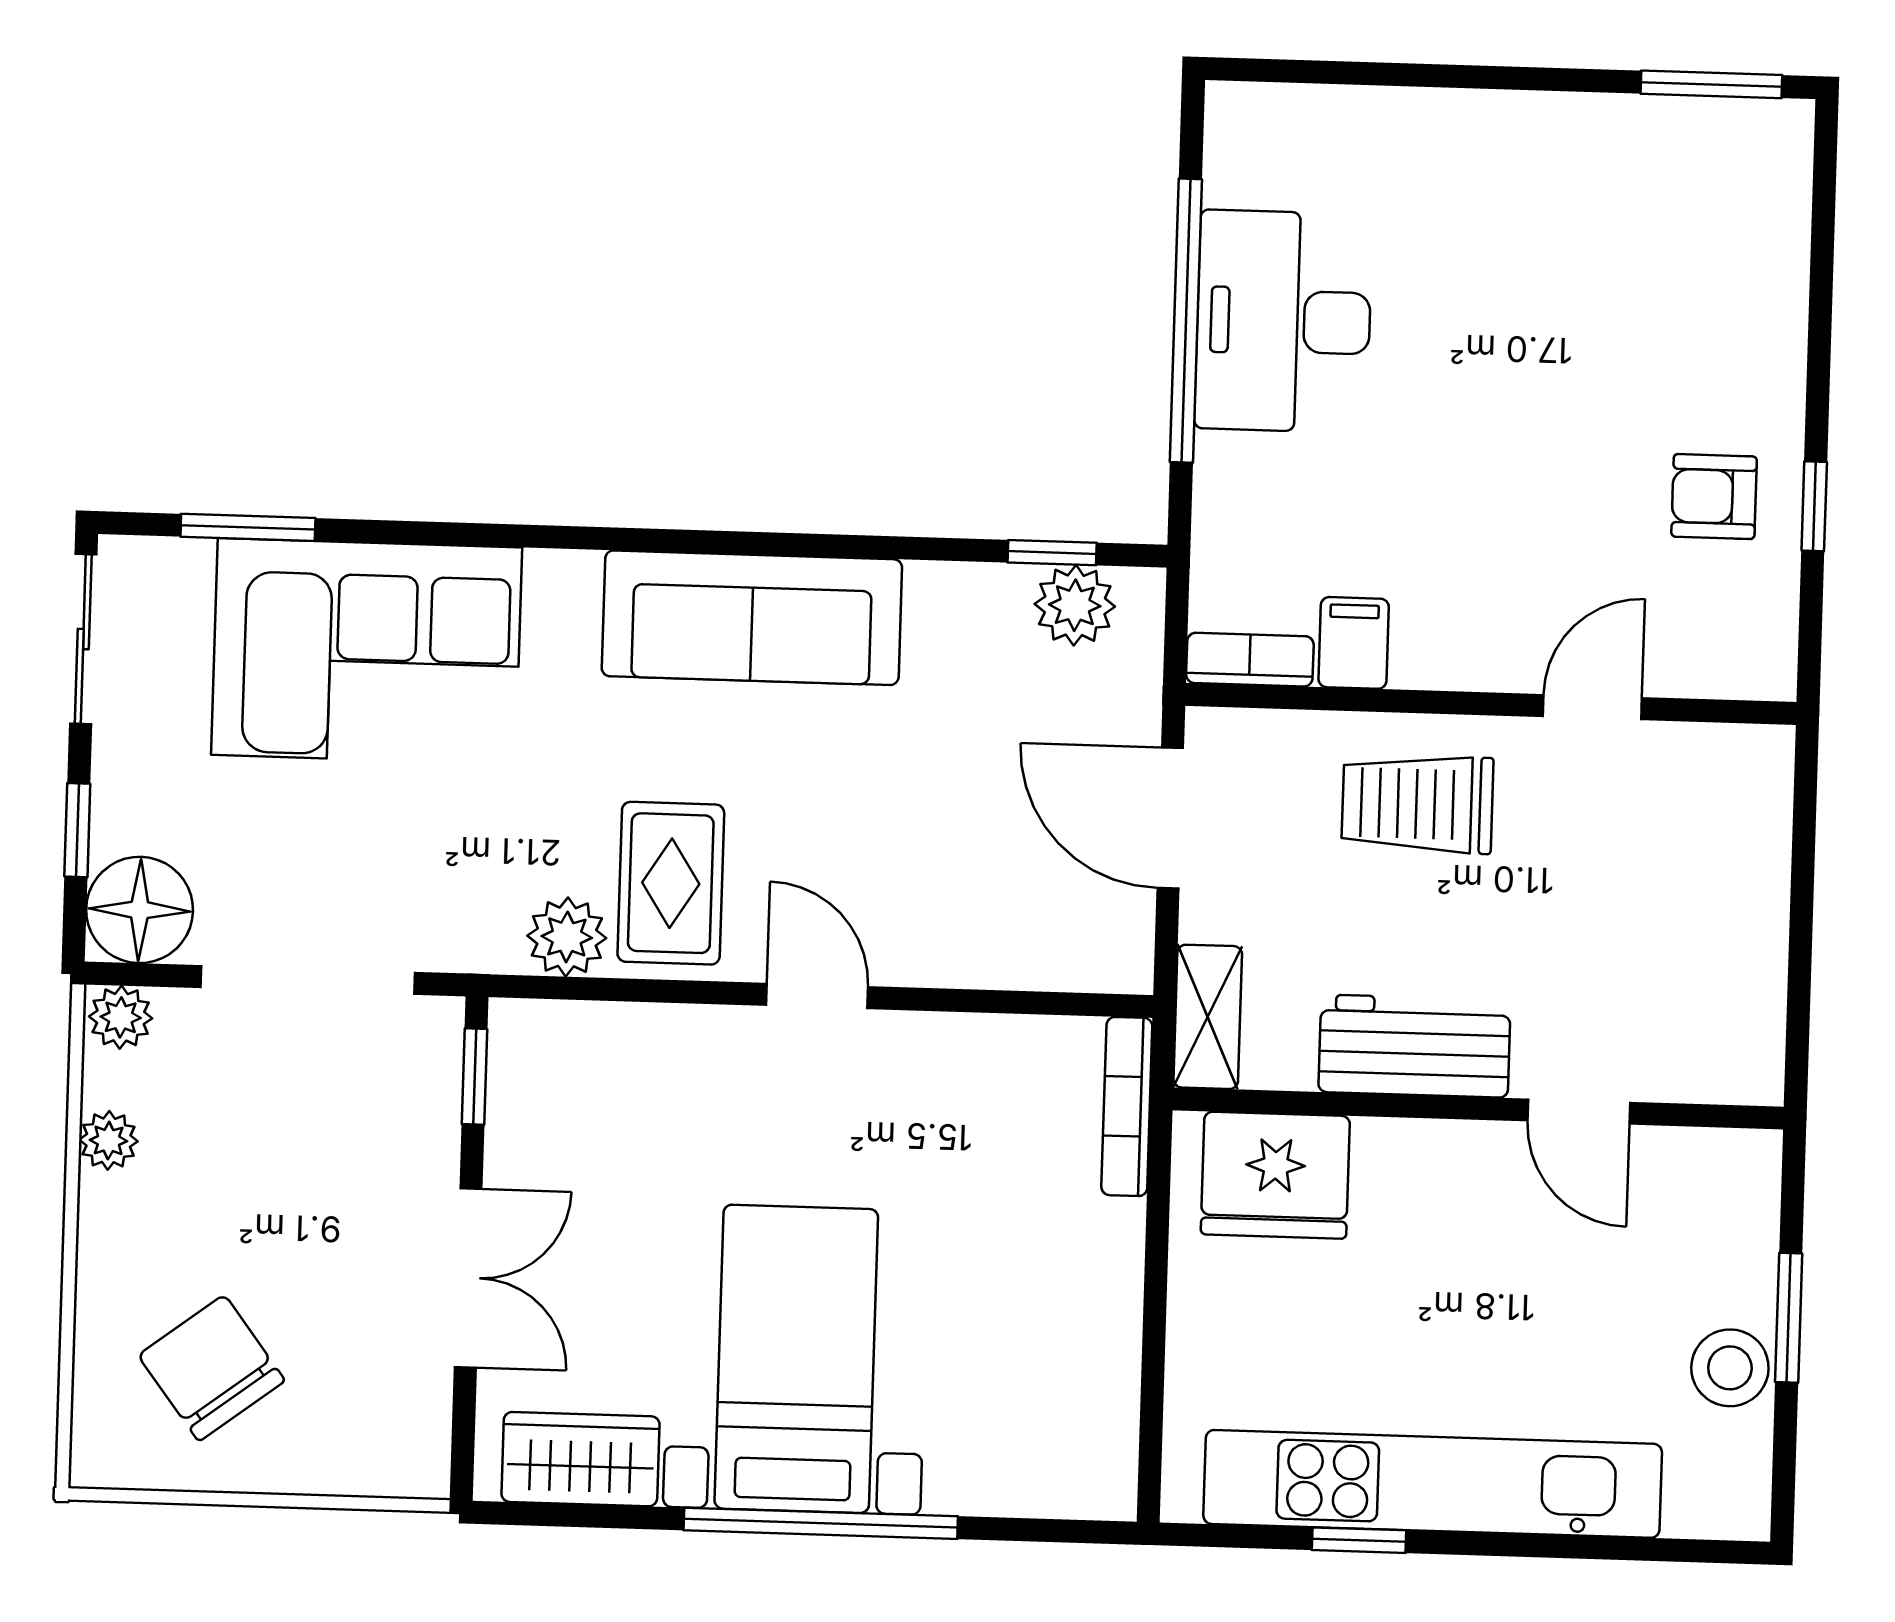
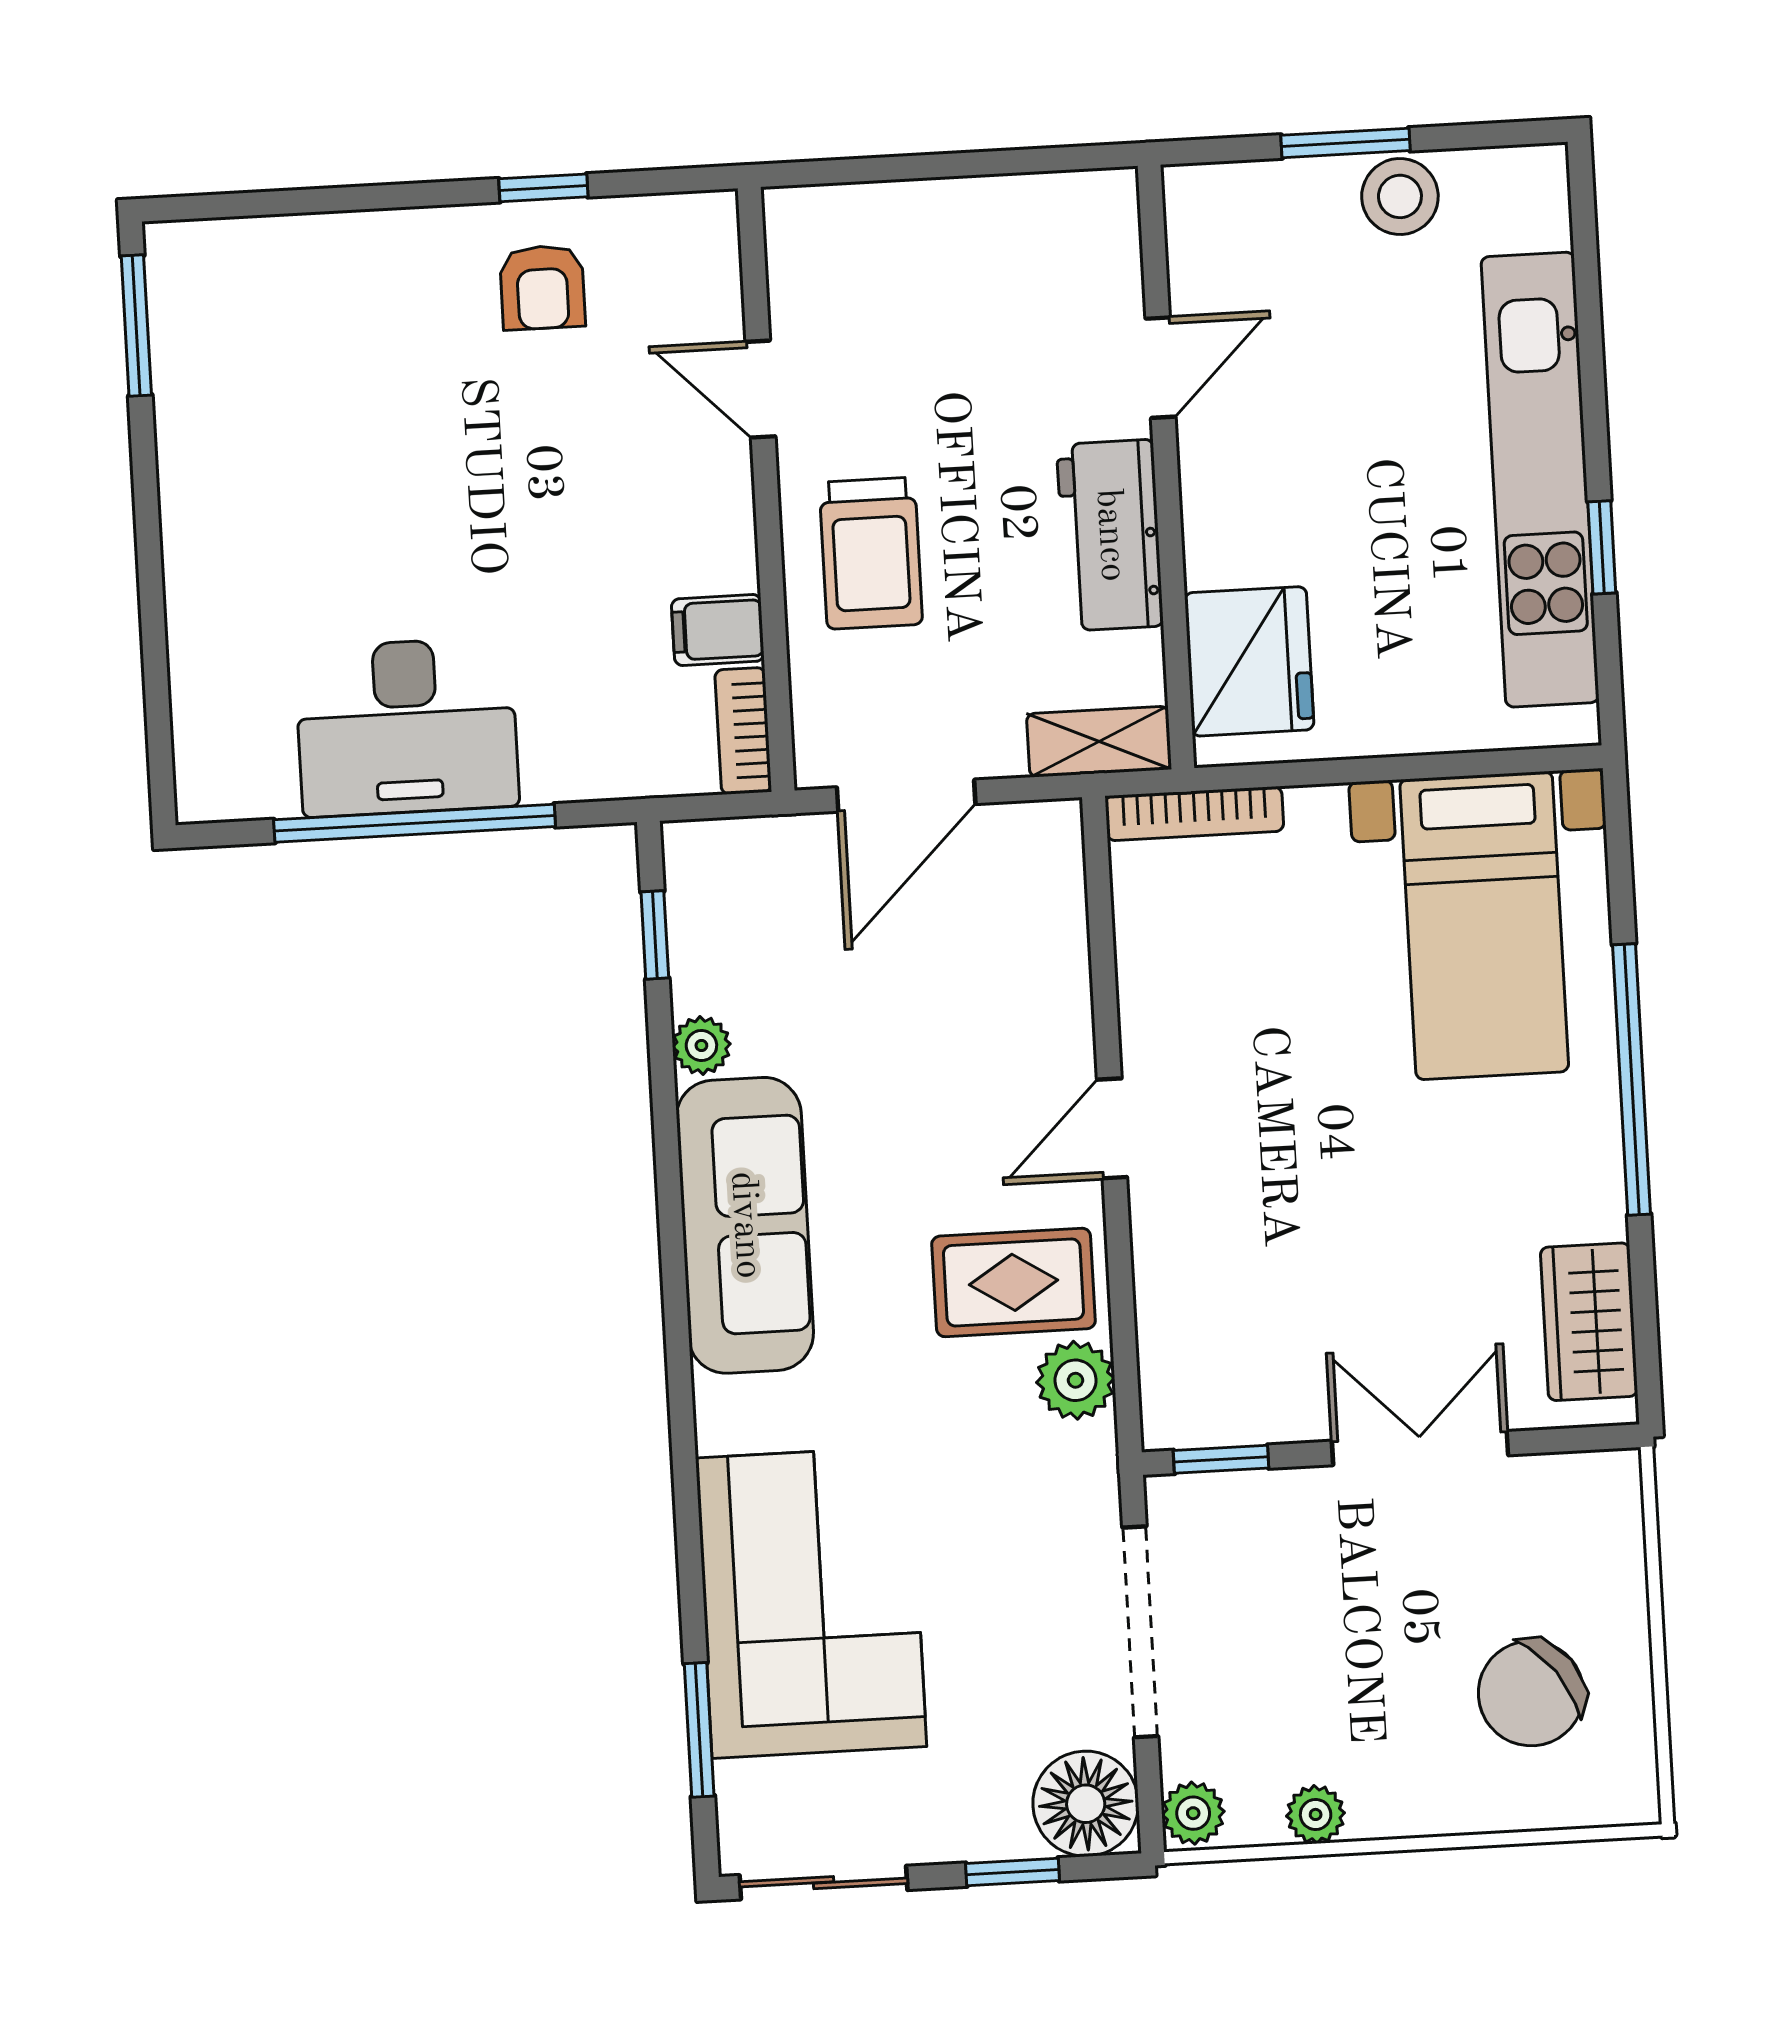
plant: (1075, 605) -> (701, 1045), moved, width x0.73, depth x0.73
bed with nightstands: (796, 1359) -> (1484, 926), moved, turned -90

